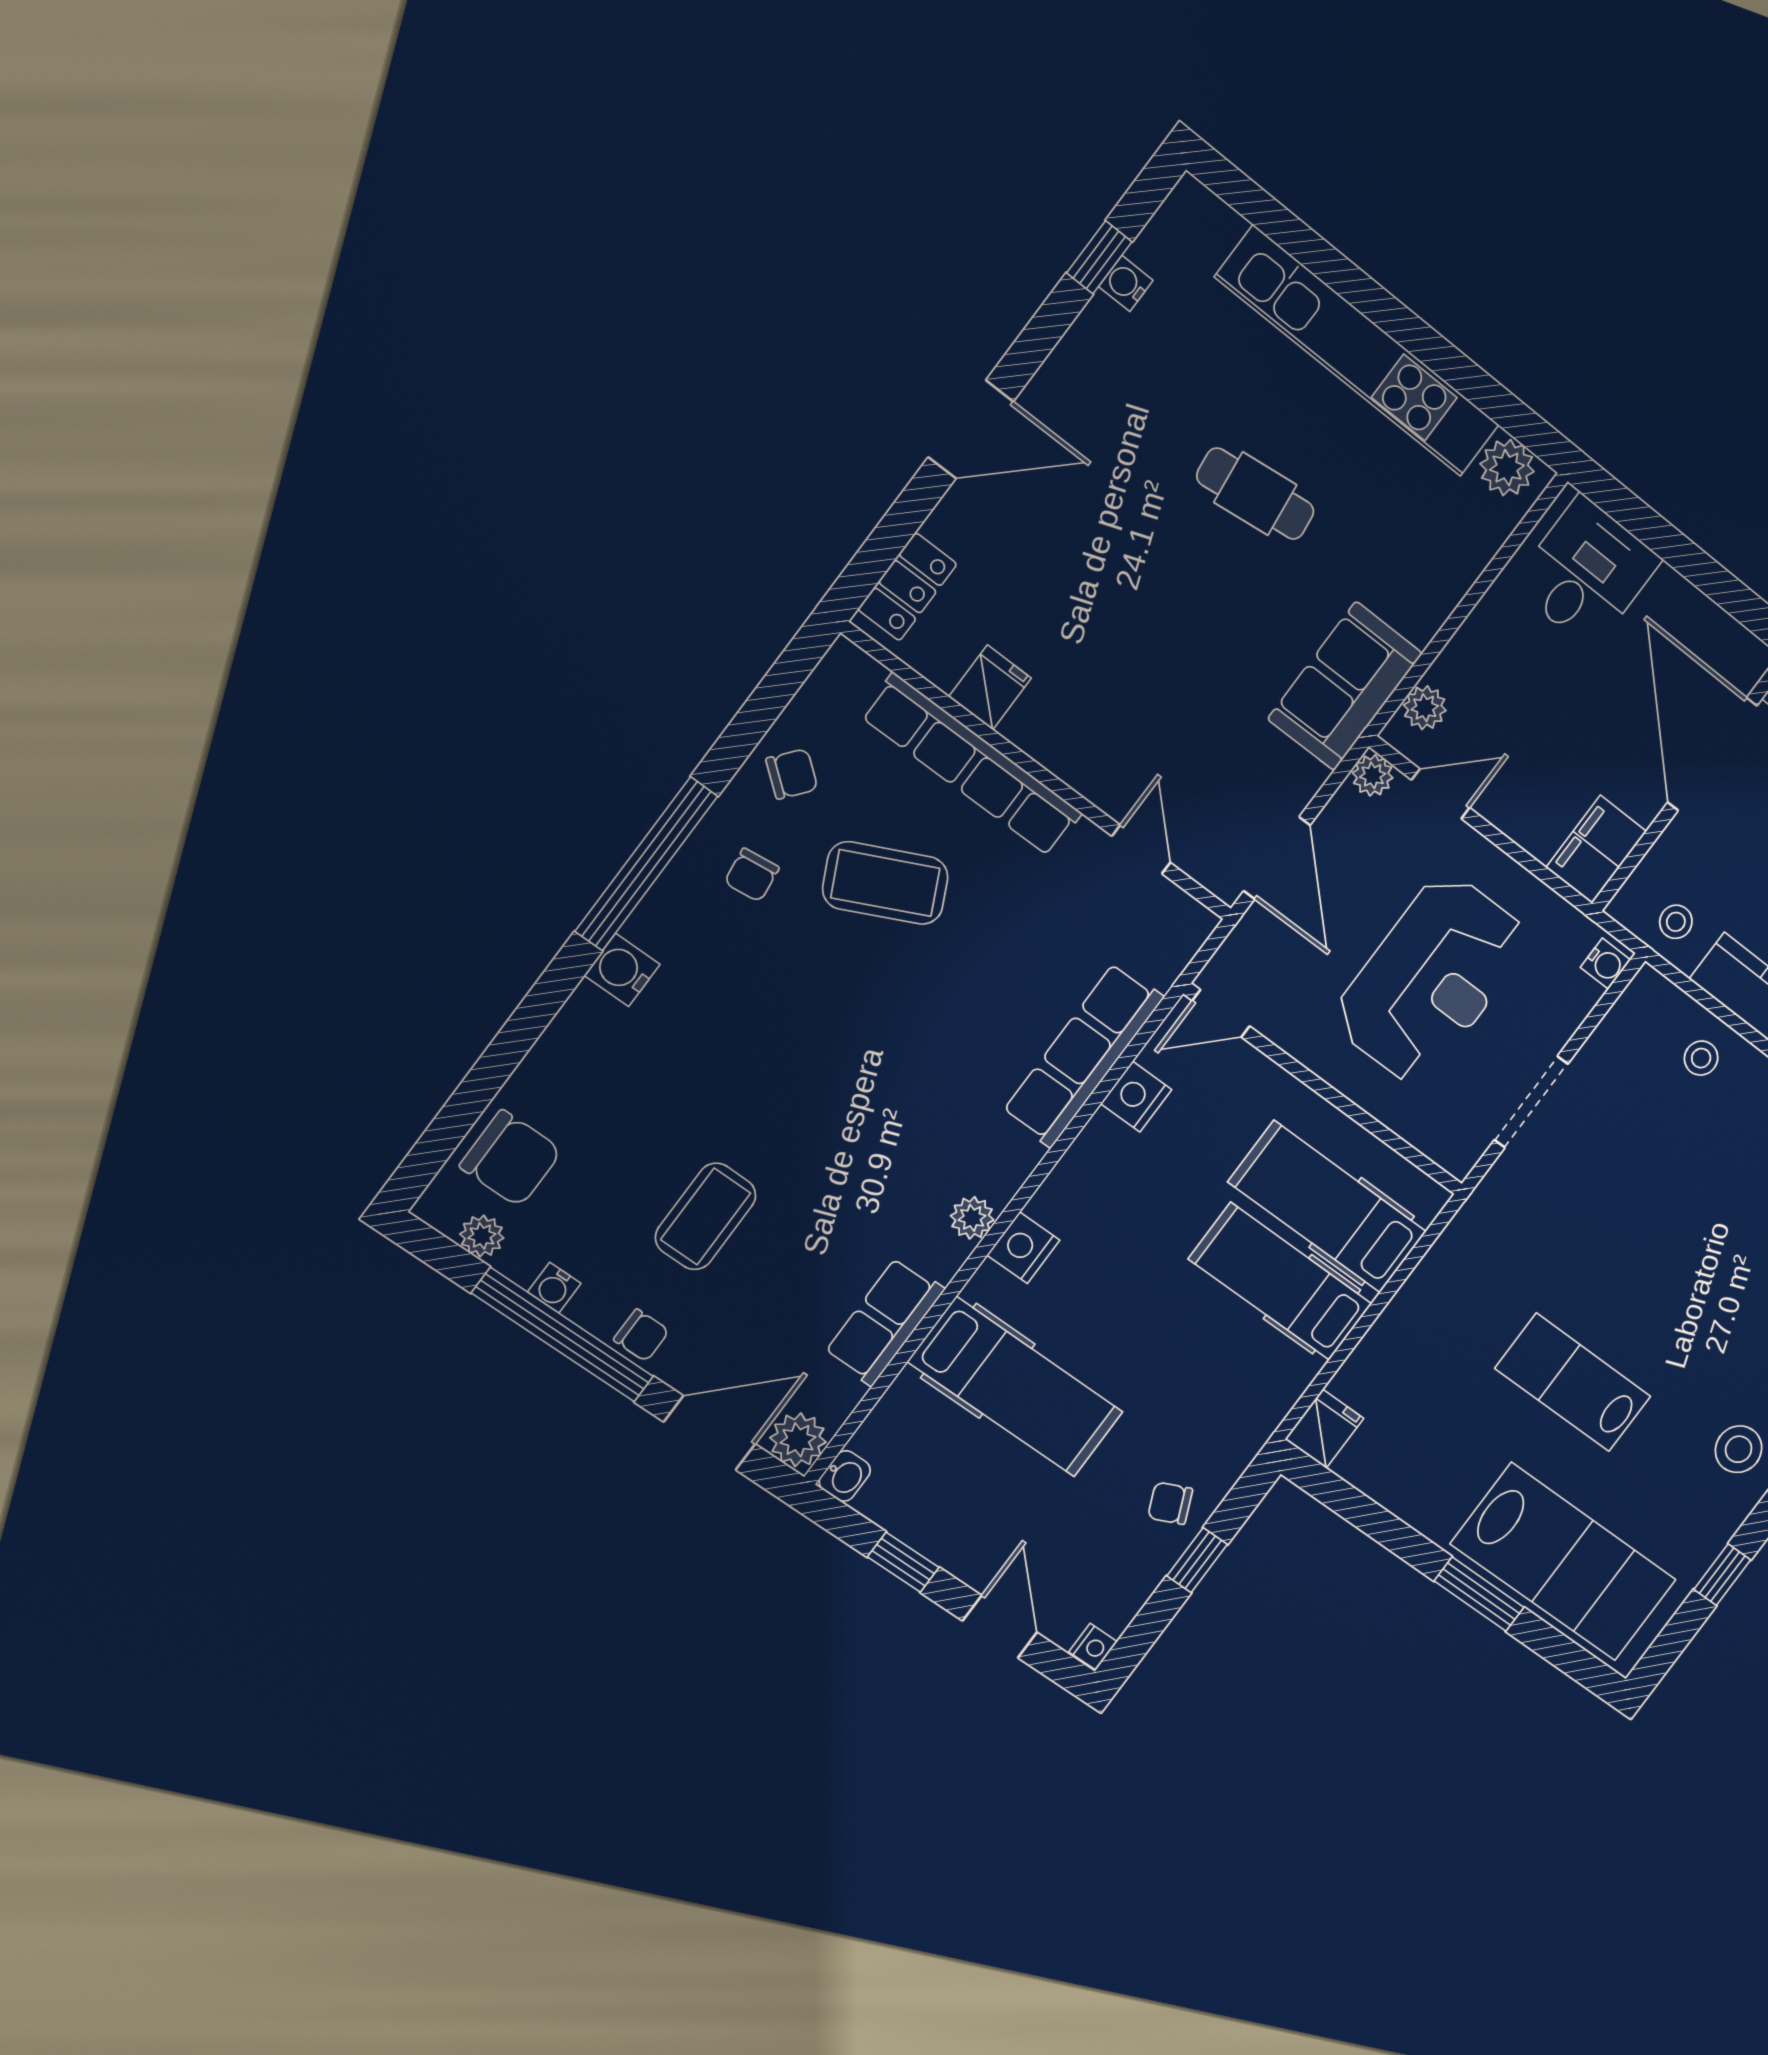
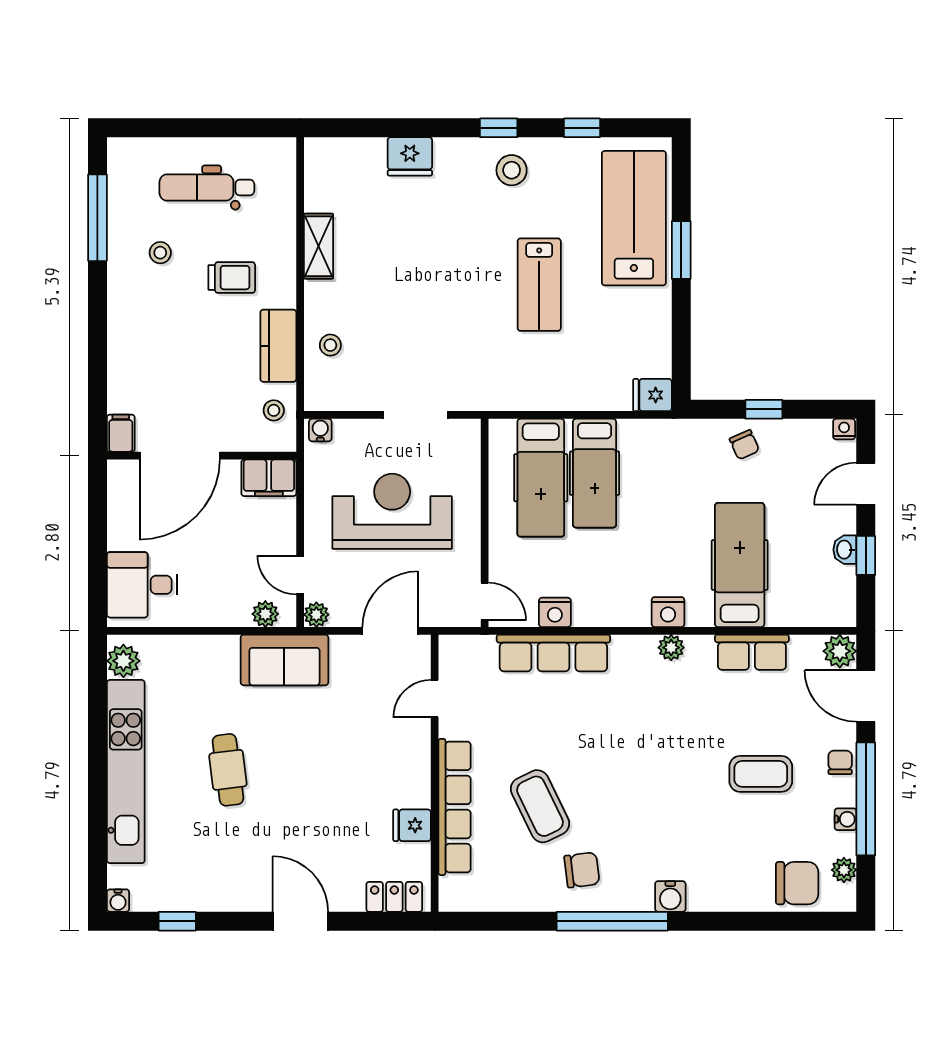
water cooler: (1126, 283) -> (118, 901), moved
chair: (792, 774) -> (521, 886), removed
chair: (752, 875) -> (582, 870), width x1.37, depth x1.37
chair: (511, 1158) -> (797, 883), turned 90
washbasin: (845, 1476) -> (845, 550), moved, turned -90

